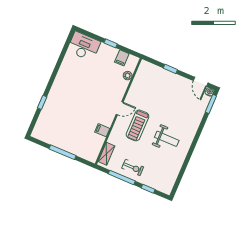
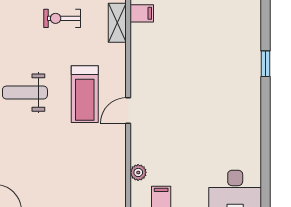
treadmill: (138, 125) -> (85, 94), turned 180
filing cabinet: (102, 130) -> (142, 13), moved

